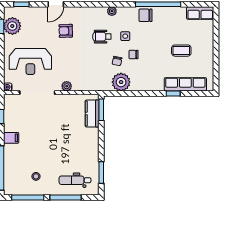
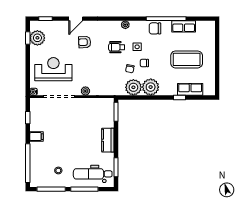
row of seats: (200, 13) -> (184, 26), moved
coffee table: (181, 51) -> (187, 59), width x1.86, depth x1.72
reception desk: (30, 61) -> (53, 69), turned 180
plant: (141, 82) -> (151, 87), added
row of seats: (185, 84) -> (190, 89), width x0.68
kitchen counter: (92, 113) -> (108, 140), moved
dental chair: (75, 180) -> (93, 174), width x1.36, depth x1.38

